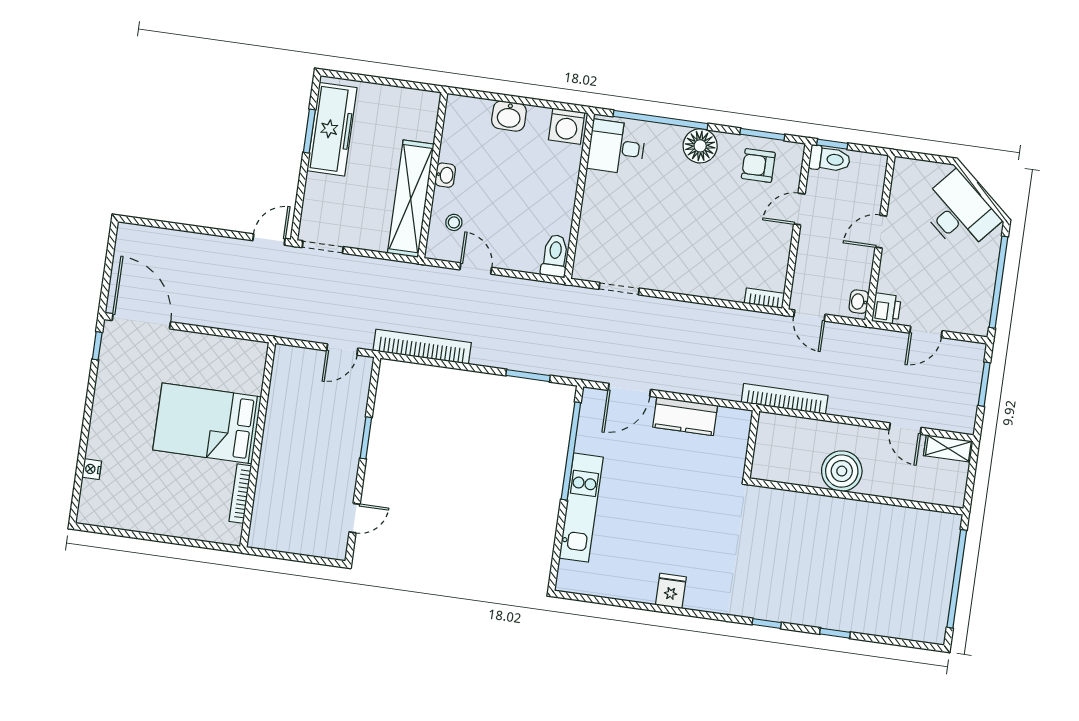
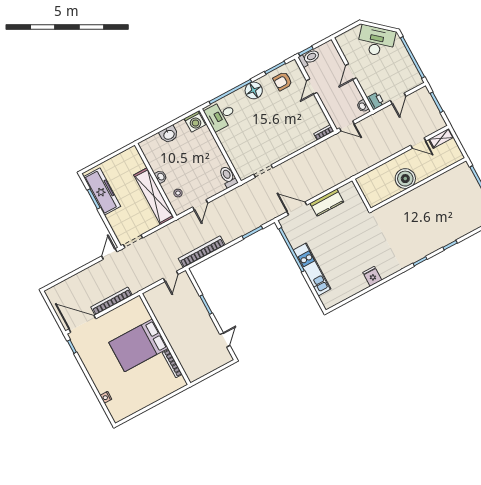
door: (476, 269) -> (200, 205), swing flipped
door: (629, 390) -> (297, 208), swing flipped
bookcase: (785, 399) -> (111, 301), moved

